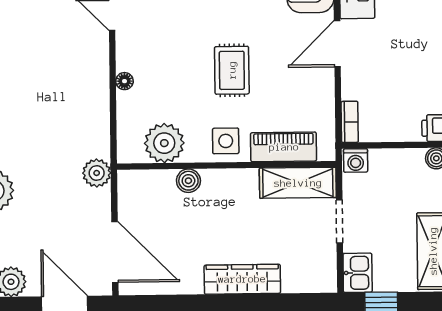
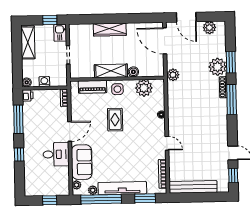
washing machine: (356, 161) -> (44, 82), moved
shelving: (298, 183) -> (111, 71), moved

